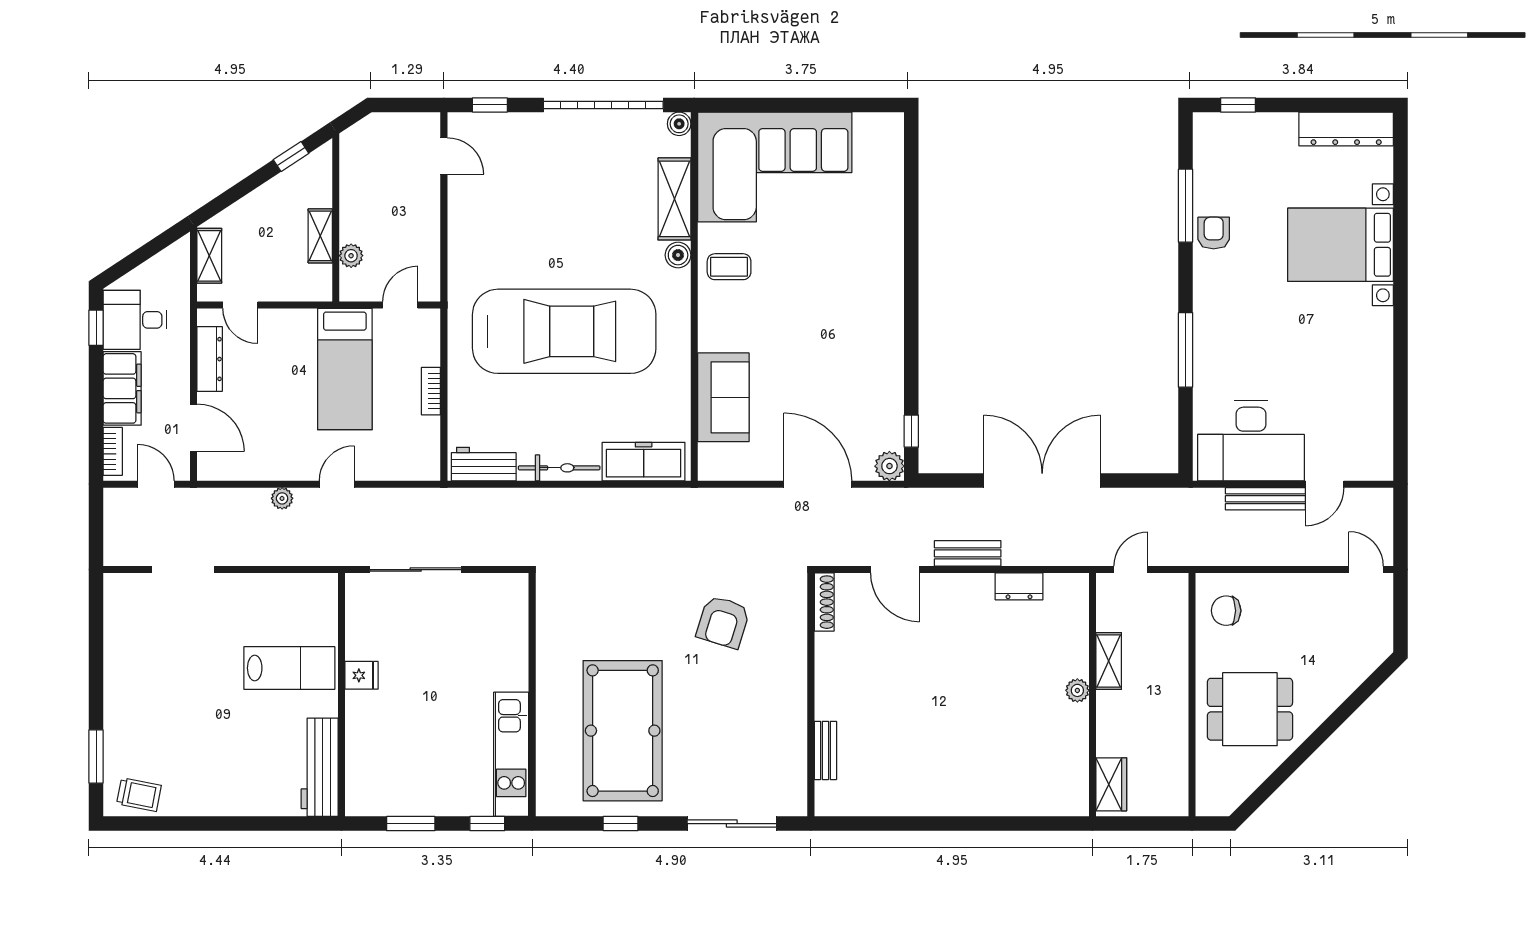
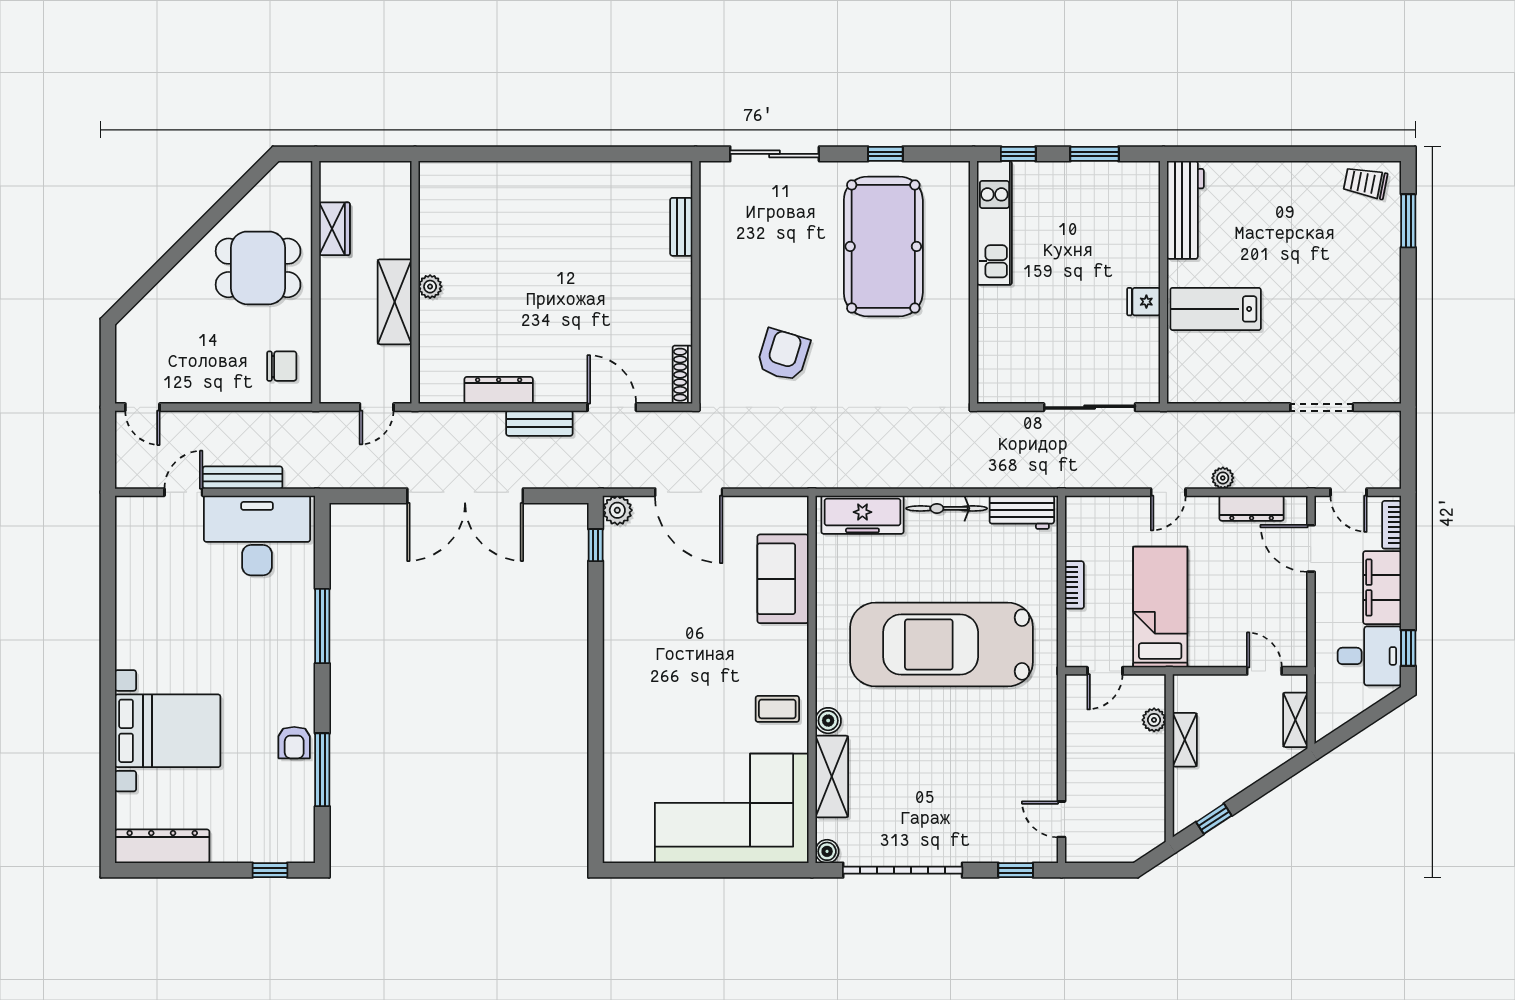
dresser: (210, 359) -> (1252, 508), moved, turned -90
dresser: (1019, 586) -> (499, 390), width x1.44
shelving: (1109, 661) -> (395, 302), width x1.50, depth x1.33
wardrobe: (1111, 784) -> (334, 229), moved, turned 180

